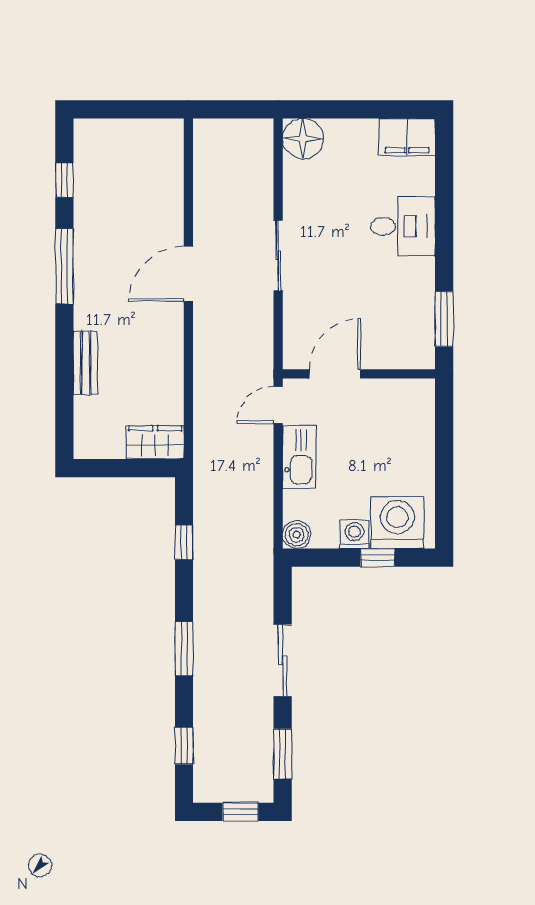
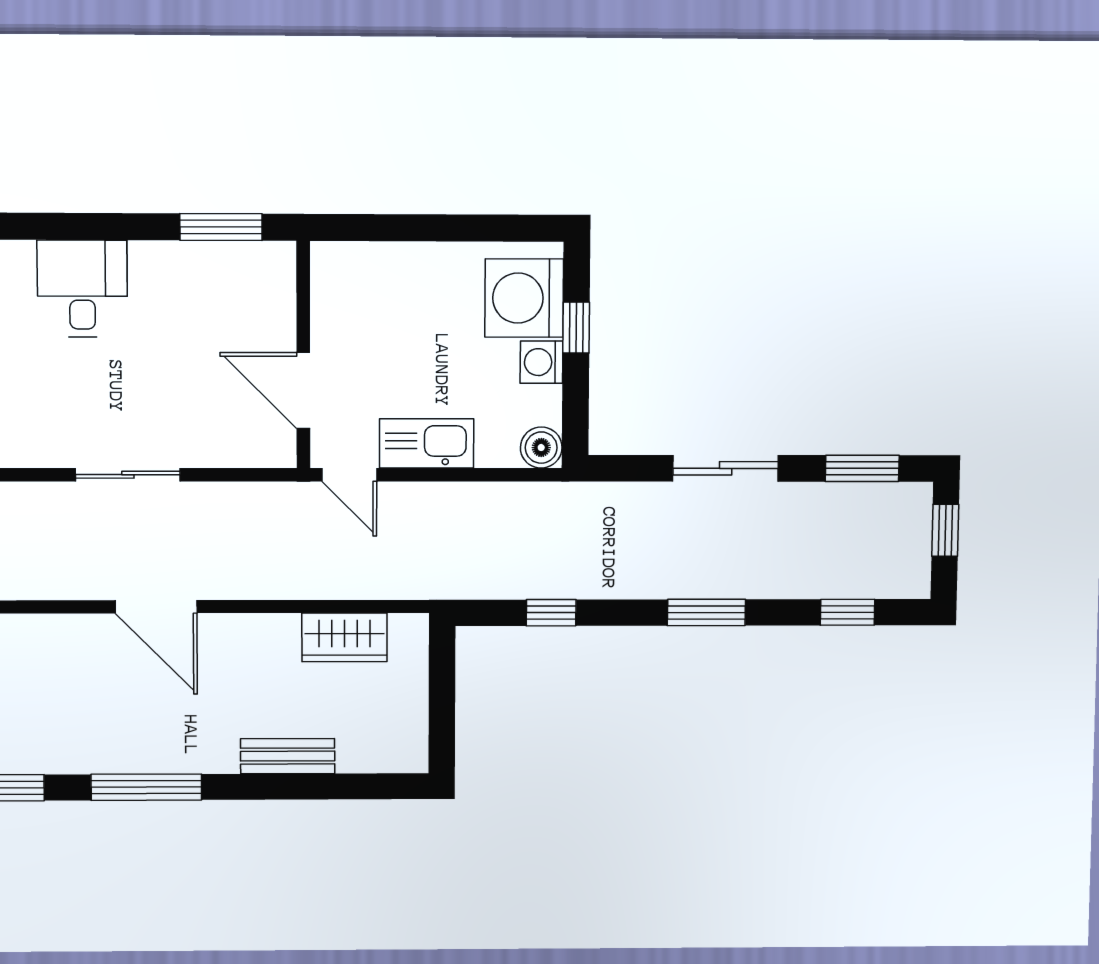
wardrobe: (155, 442) -> (344, 637), moved, turned -90

